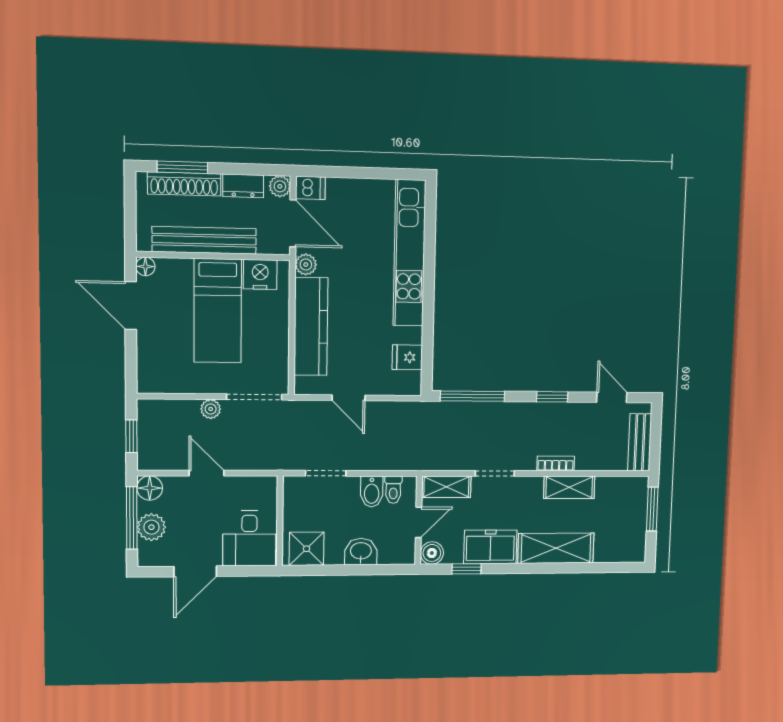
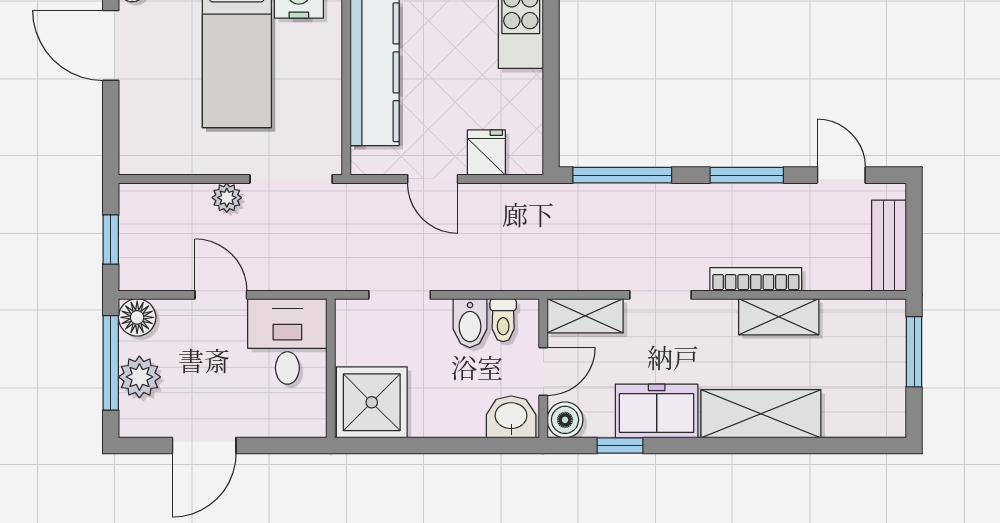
fridge: (407, 357) -> (486, 153), moved, turned 90
window: (552, 397) -> (747, 175), width x1.50
bookcase: (556, 463) -> (756, 279), width x1.56
desk: (249, 538) -> (287, 341), moved, turned 180
shower: (307, 549) -> (372, 402), width x1.36, depth x1.36
washbasin: (361, 552) -> (511, 417), moved

